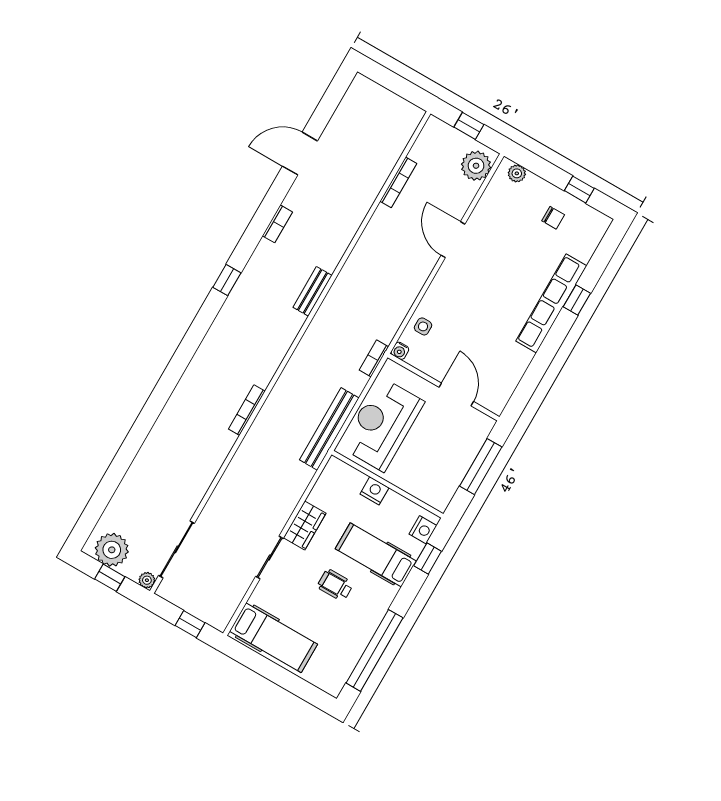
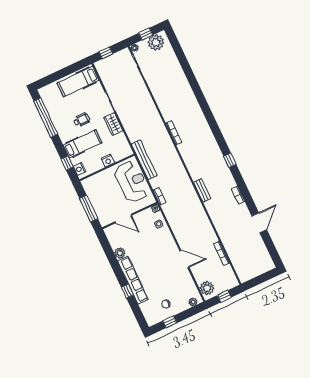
plant: (520, 359) -> (120, 253), added

